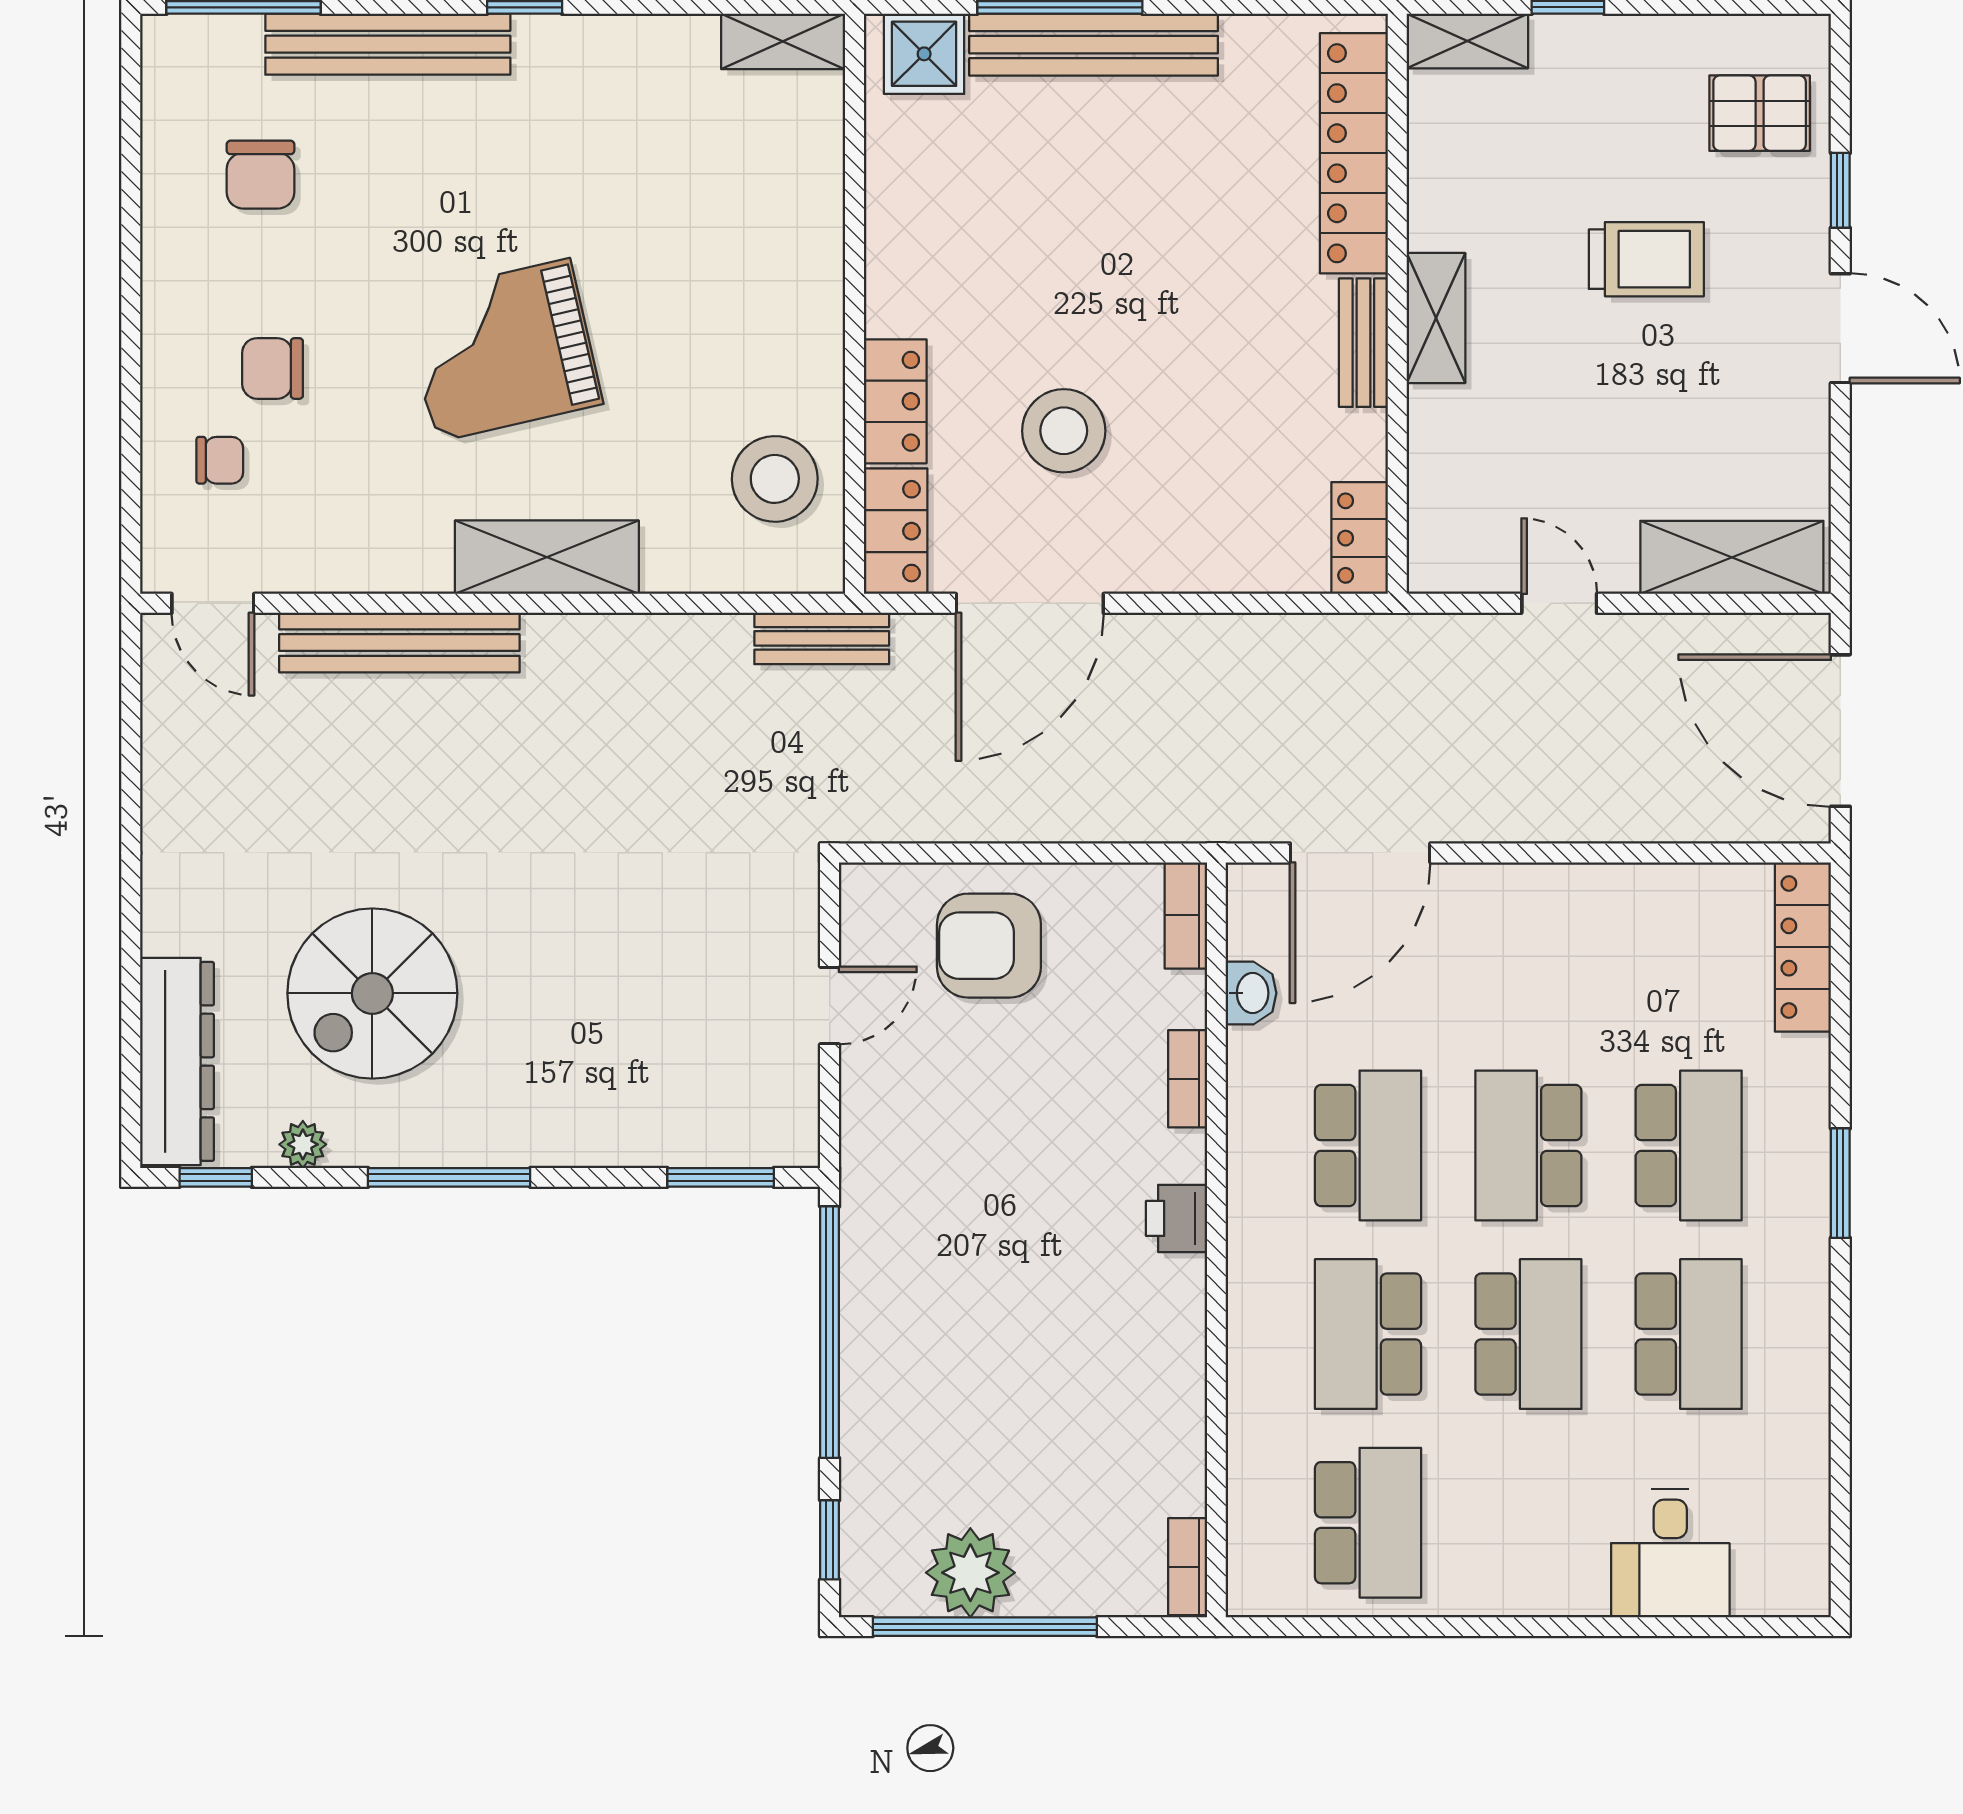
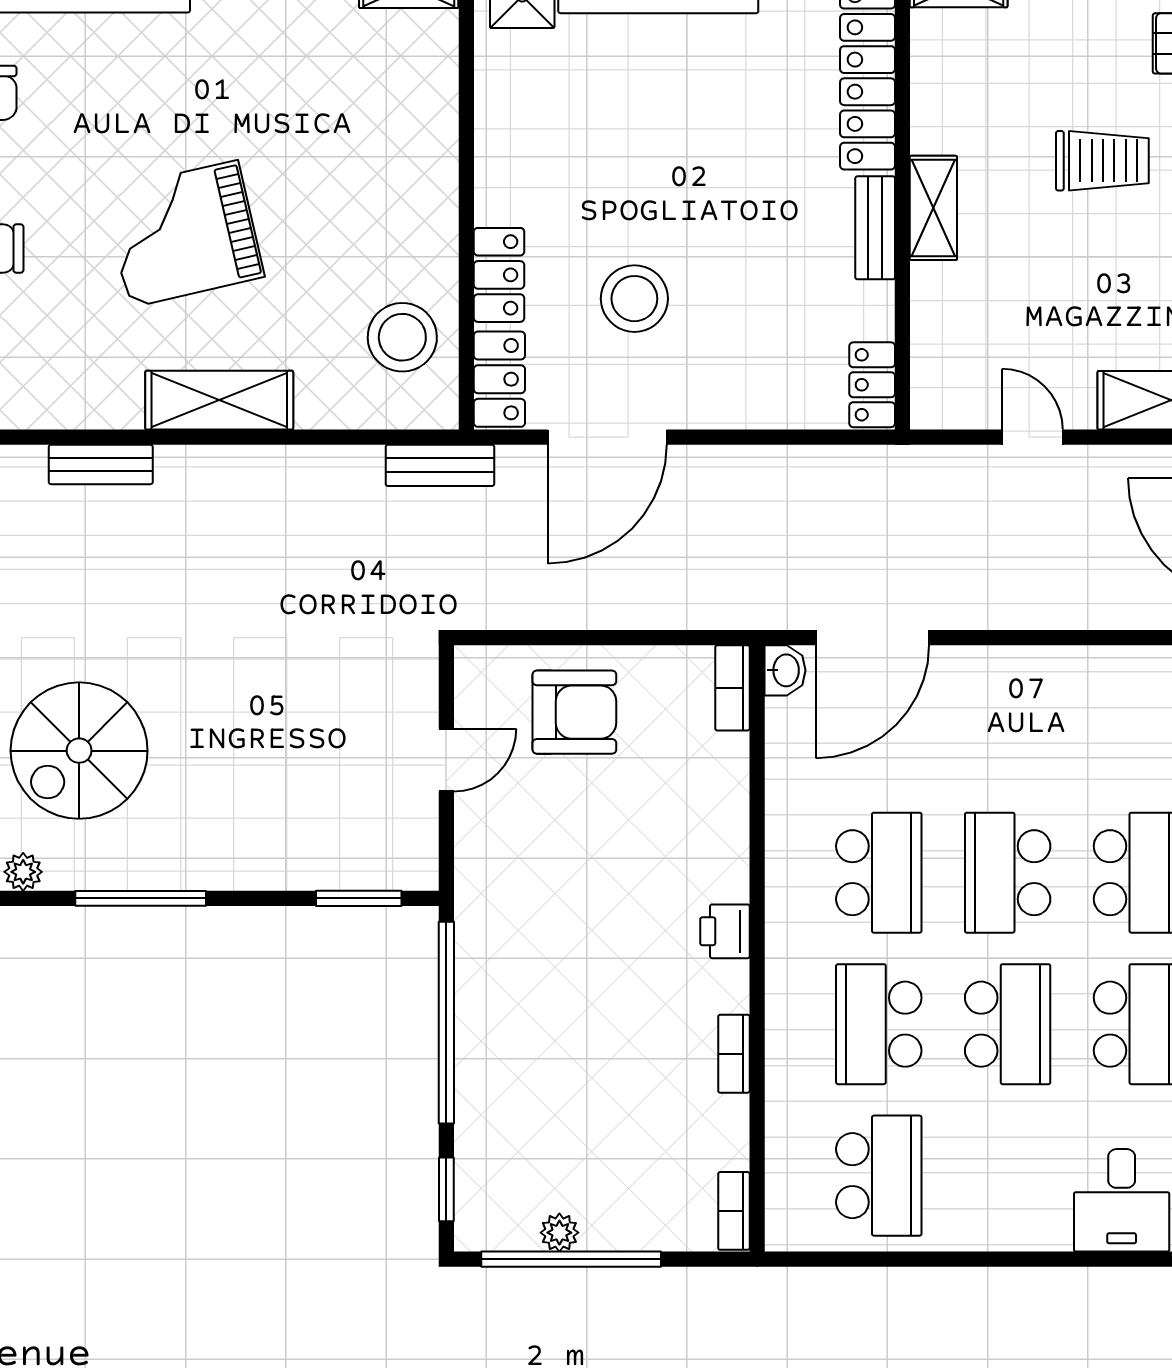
bench: (399, 643) -> (101, 464), width x0.54, depth x0.82
armchair: (989, 946) -> (574, 712), turned 180
washbasin: (1251, 993) -> (785, 670), moved
bookcase: (1188, 1079) -> (734, 1054), moved
plant: (970, 1573) -> (559, 1233), width x0.53, depth x0.53

